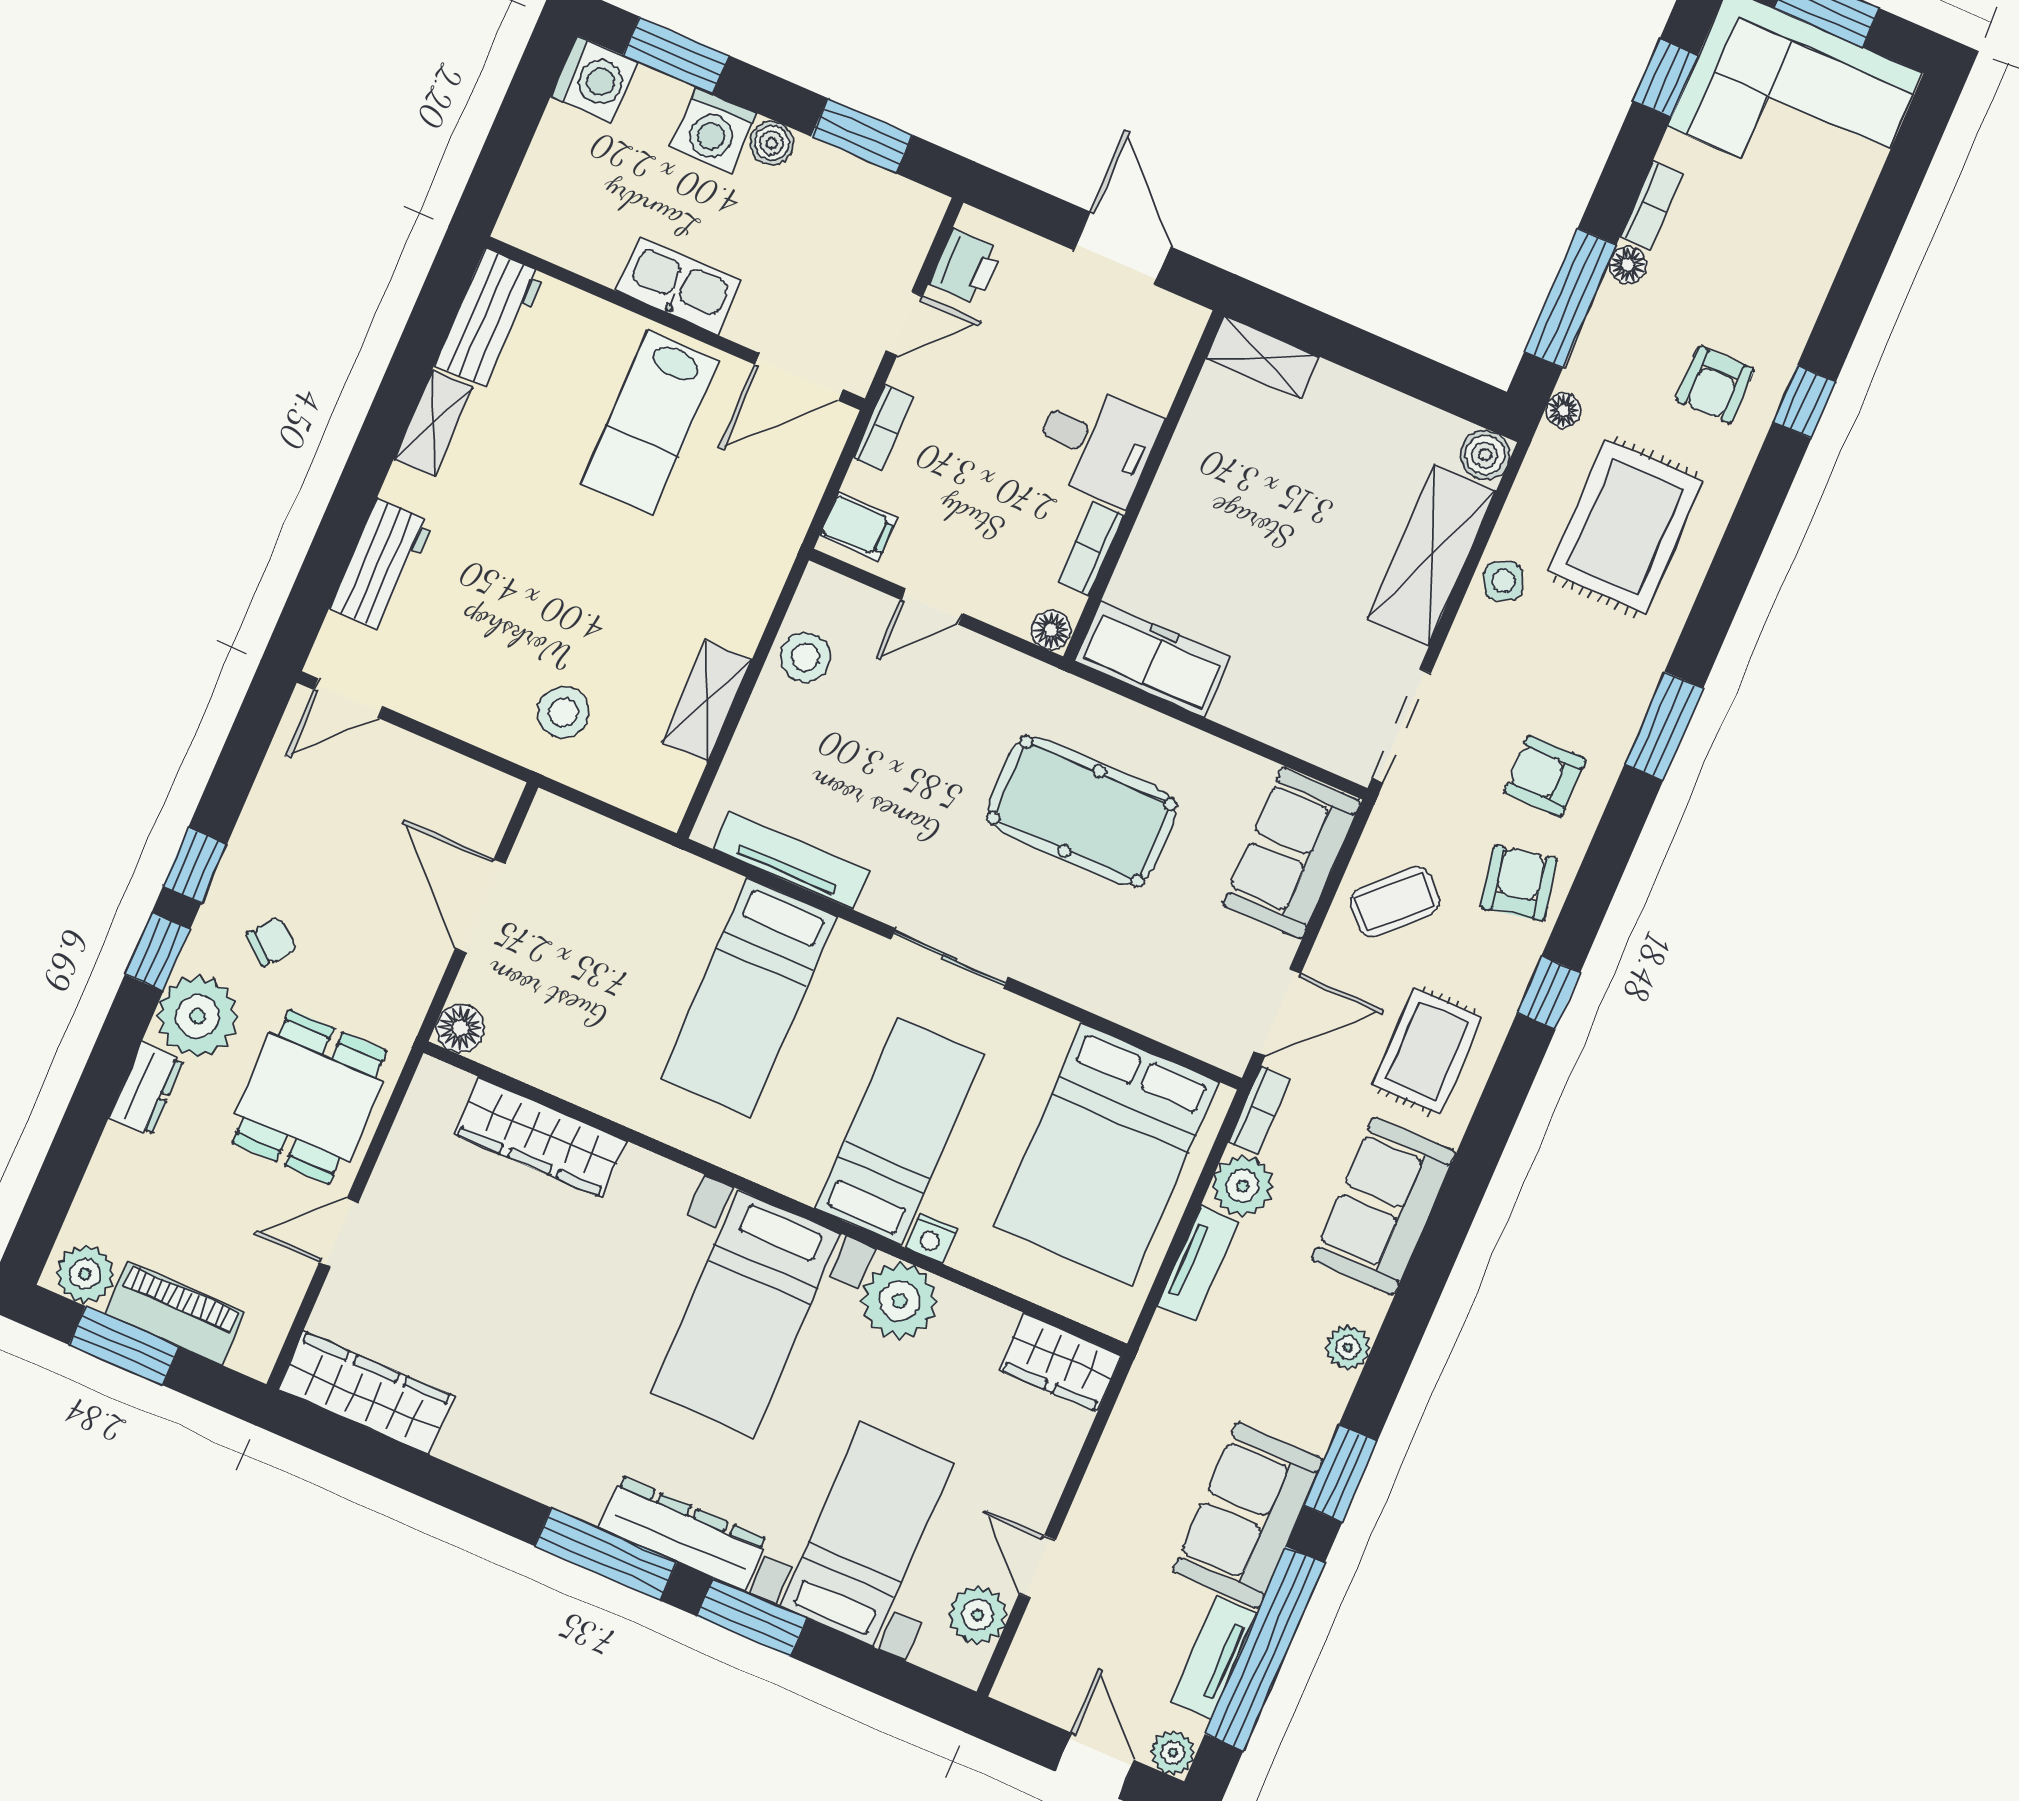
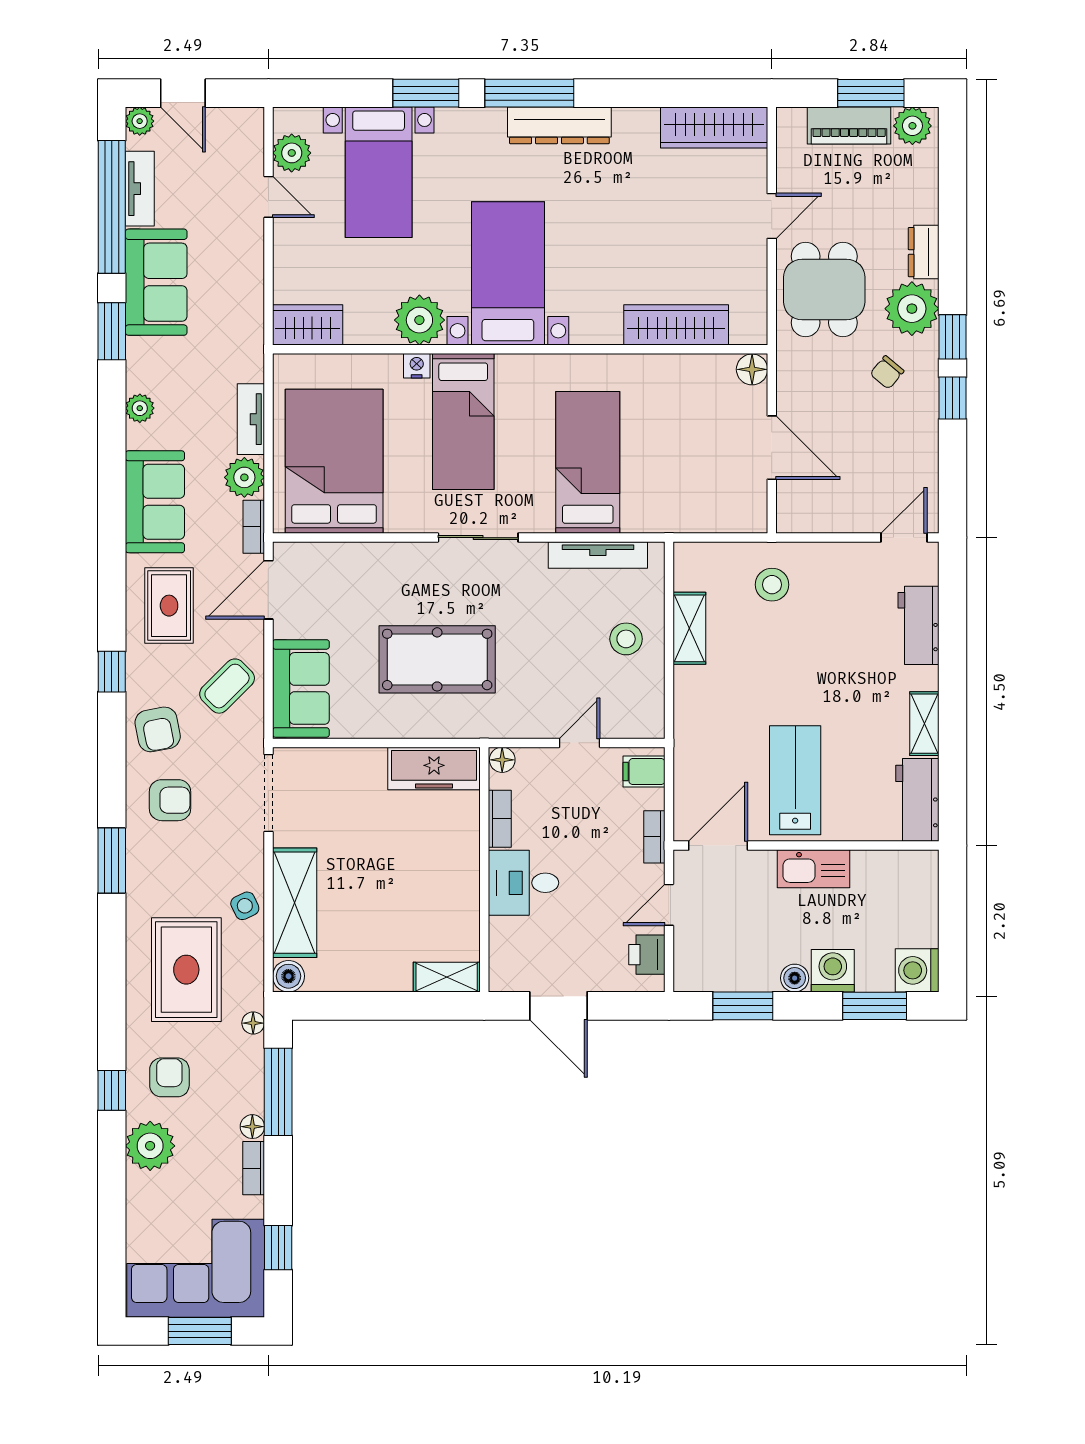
plant: (1784, 300) -> (150, 1146), added
stool: (805, 657) -> (626, 639), moved
dresser: (683, 1534) -> (559, 125), moved

